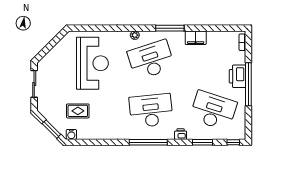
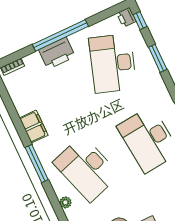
printer: (181, 134) -> (126, 17), moved

